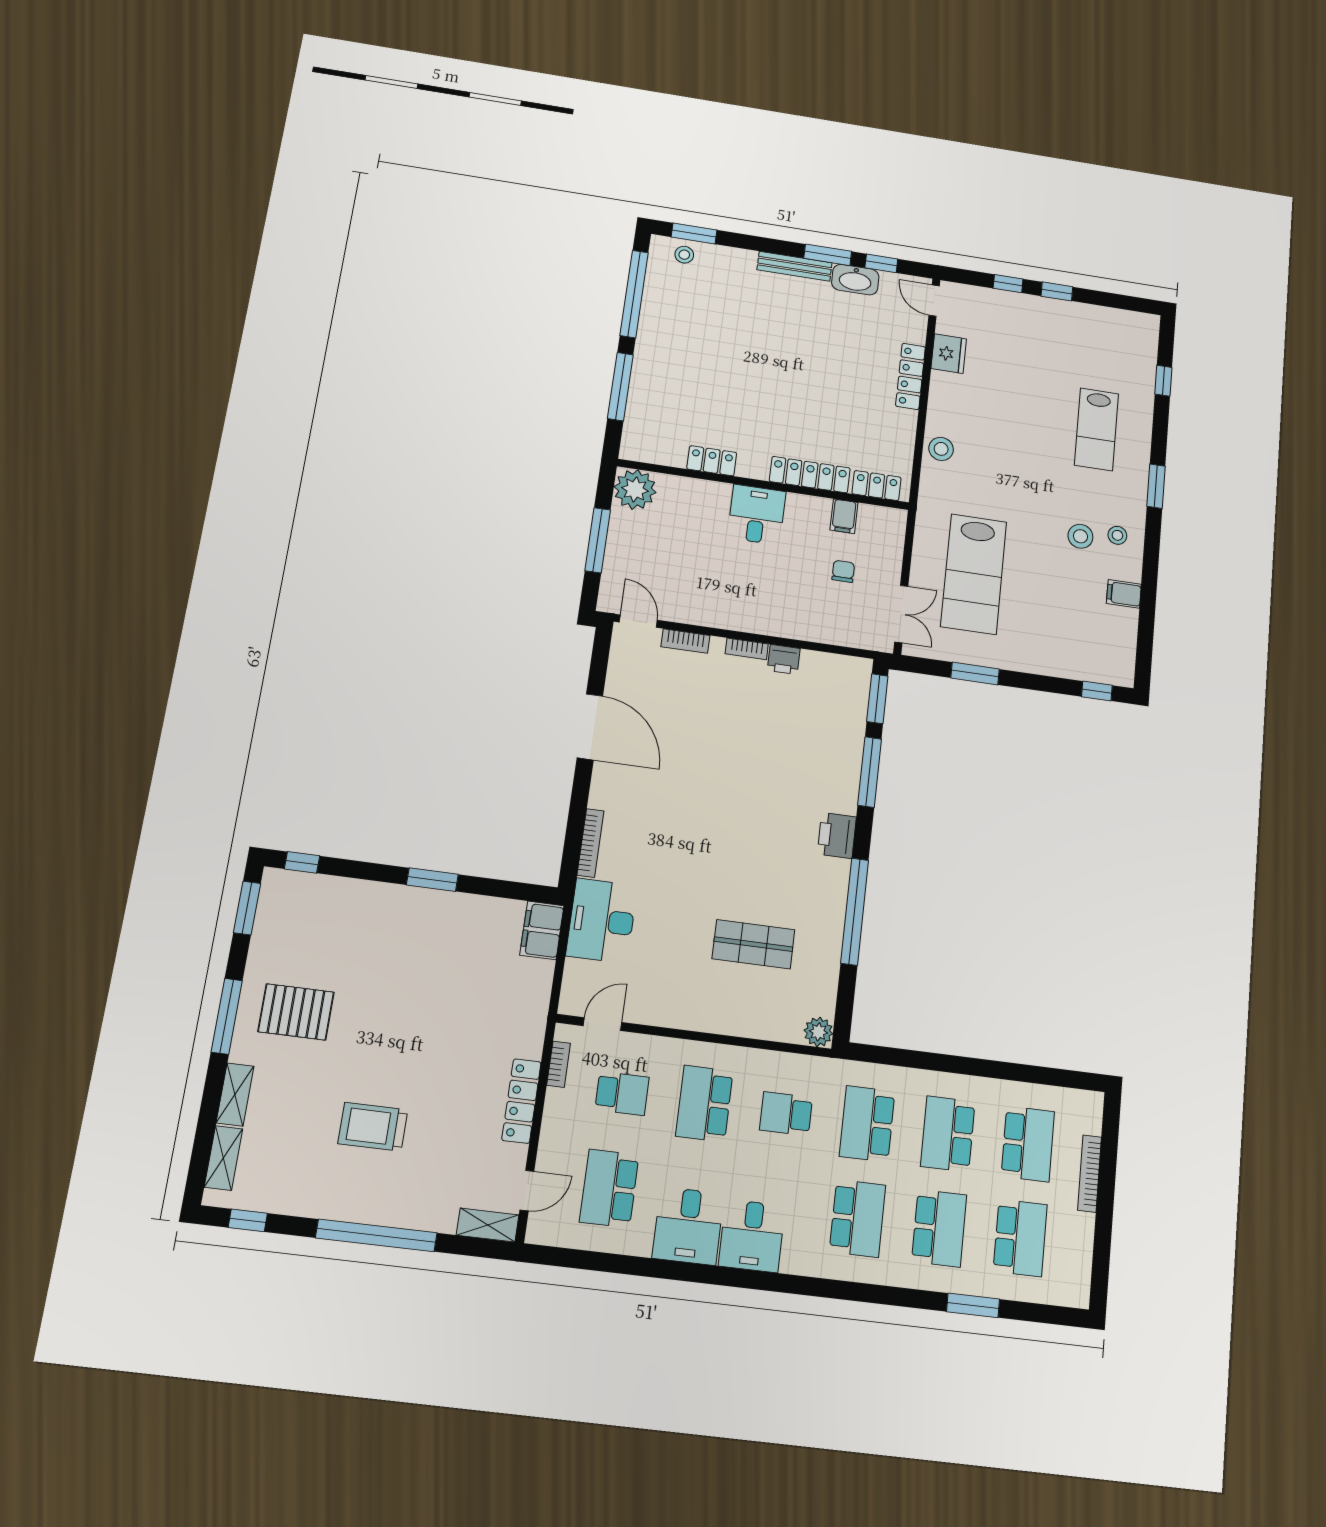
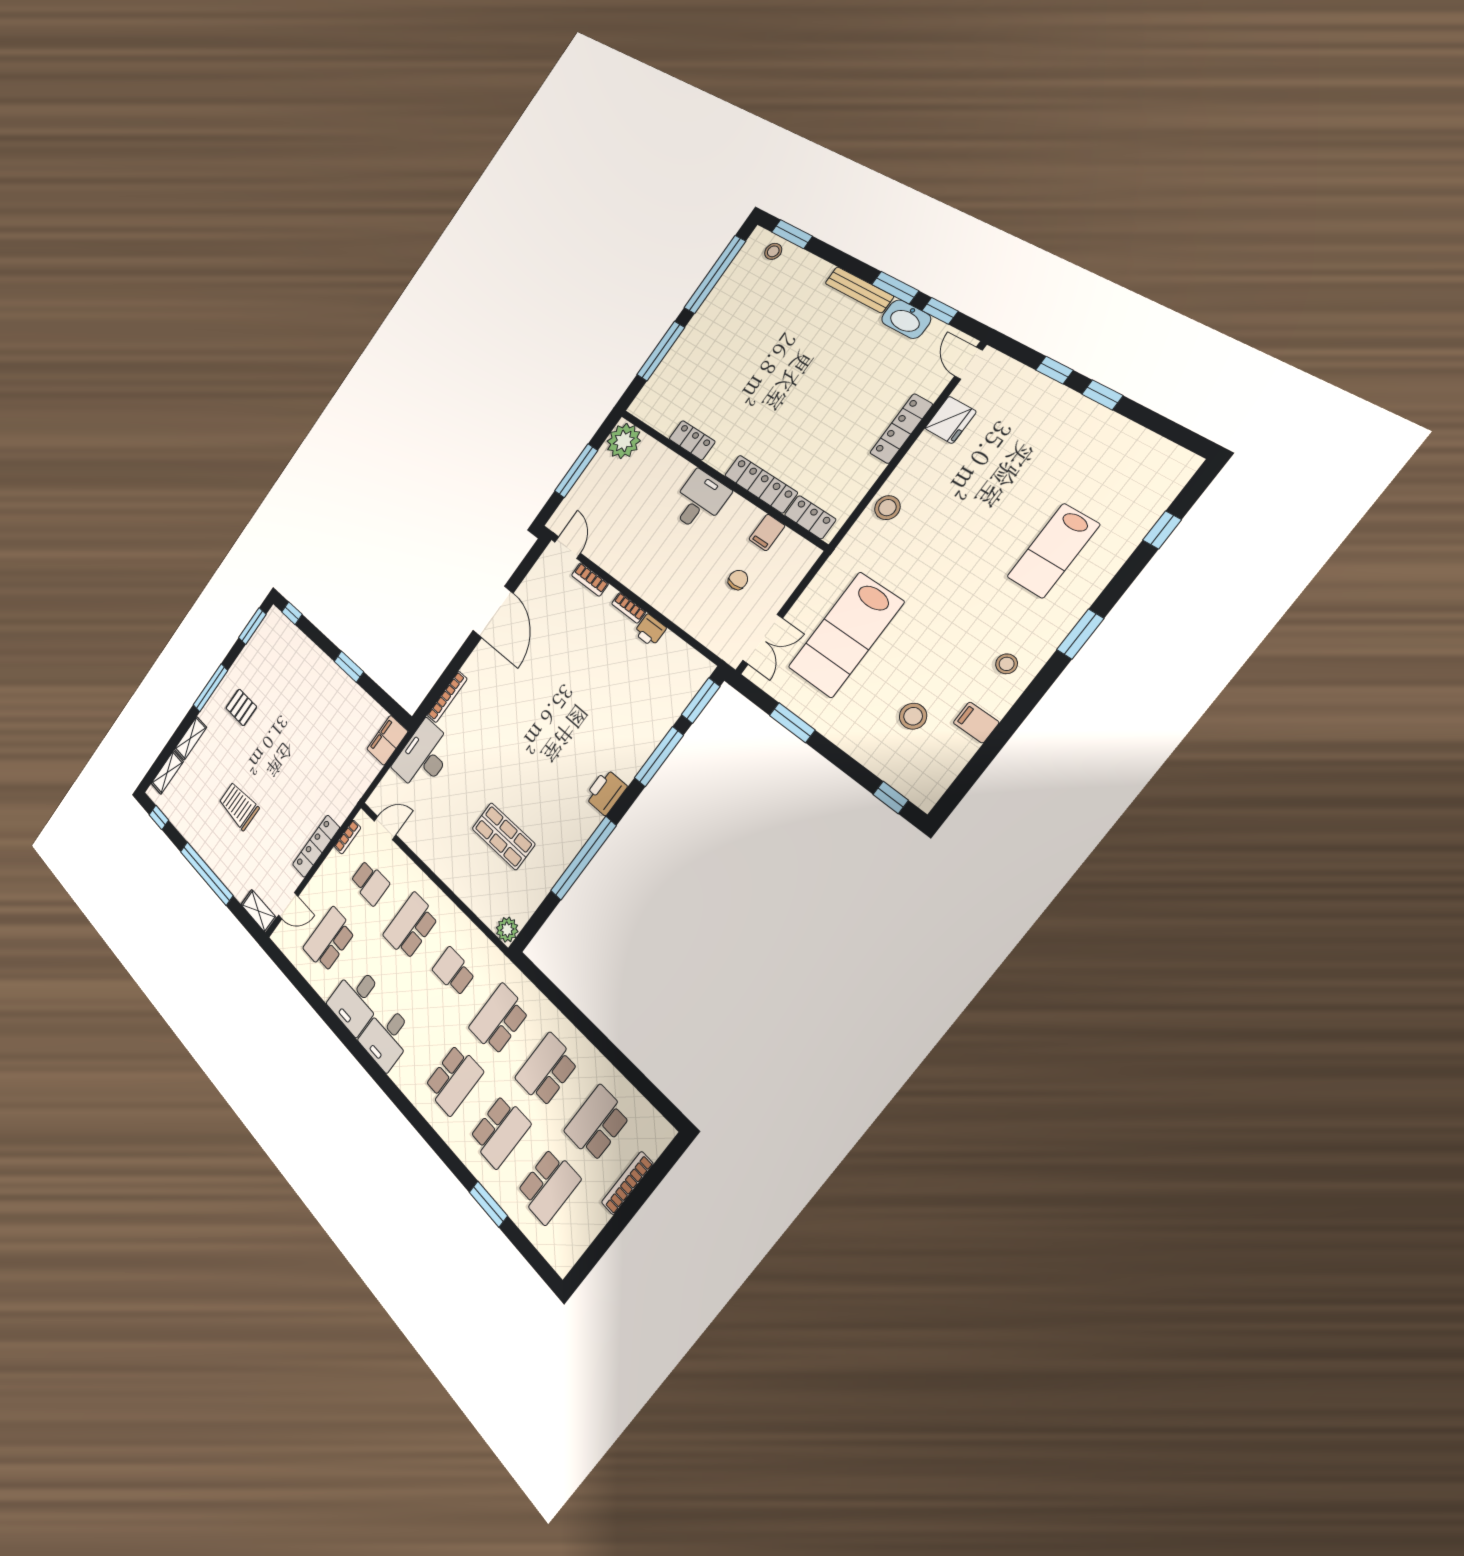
stool: (1080, 536) -> (913, 716), moved
pallet: (296, 1012) -> (241, 707), width x0.67, depth x0.71
school desk: (1028, 1144) -> (597, 1123), turned 180

